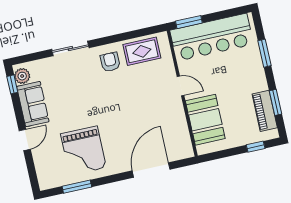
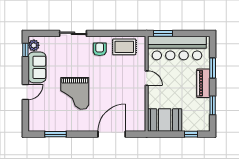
piano: (265, 111) -> (203, 83), moved
booth: (205, 120) -> (165, 120), moved, turned 90
grand piano: (83, 151) -> (75, 93), moved

